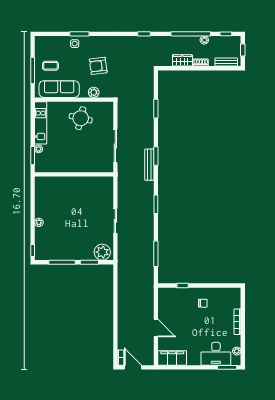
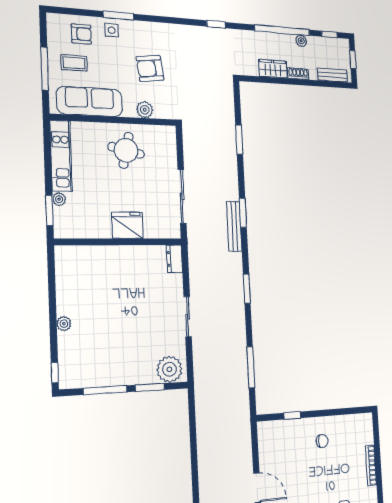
armchair: (56, 47) -> (81, 34), added
fridge: (80, 164) -> (127, 225), added
dresser: (109, 185) -> (174, 259), added

